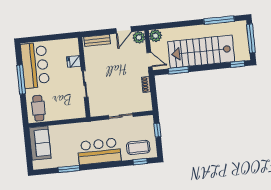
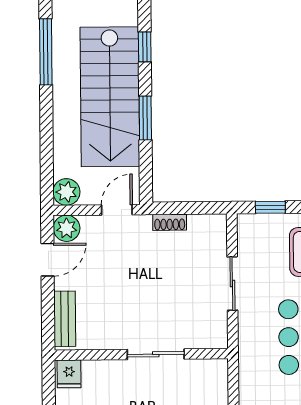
door: (124, 30) -> (48, 260), hinge flipped
fridge: (74, 61) -> (69, 374), moved
window: (238, 64) -> (145, 47), moved
window: (178, 70) -> (145, 118), moved

